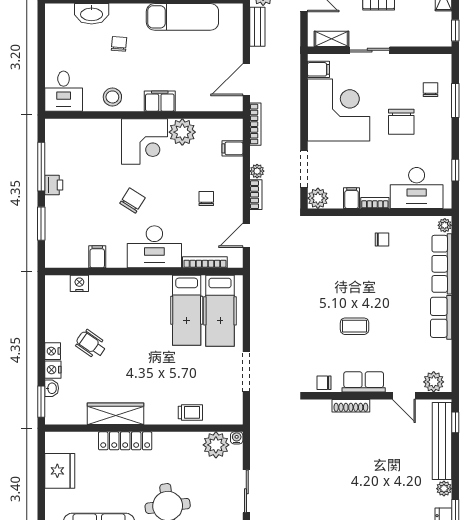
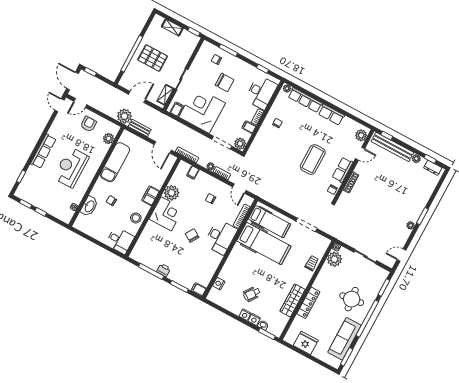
filing cabinet: (97, 257) -> (199, 289), moved
hospital bed: (187, 310) -> (264, 244), width x1.37, depth x1.29
coffee table: (355, 326) -> (313, 160), width x1.86, depth x1.72

